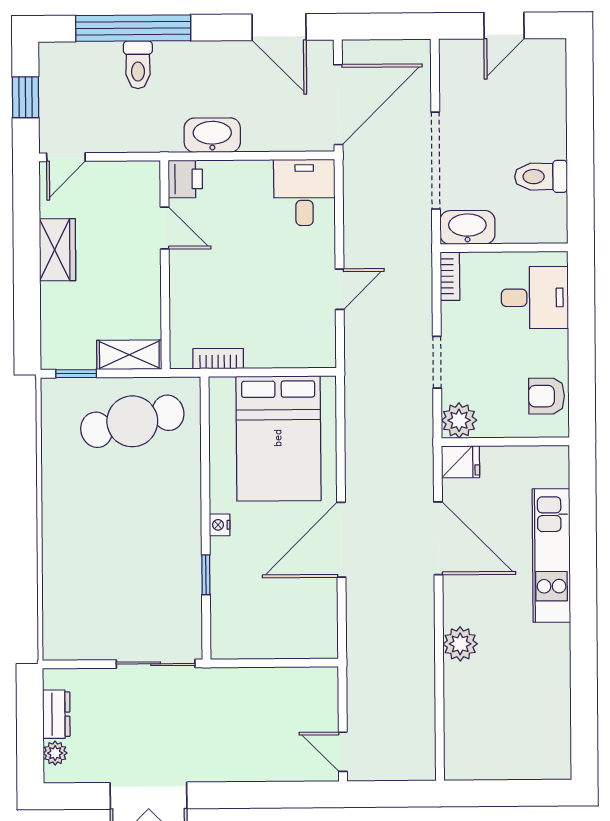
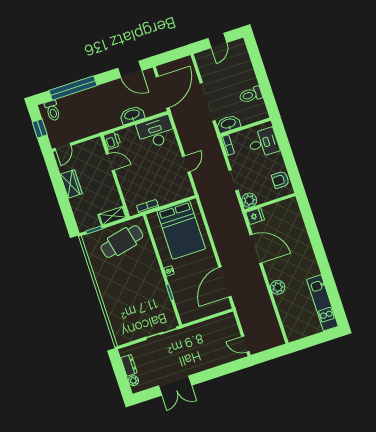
toilet: (138, 65) -> (52, 111), moved
washbasin: (212, 135) -> (132, 115), moved
desk: (304, 192) -> (156, 132), width x1.37
door: (341, 540) -> (225, 282), moved
kitchen unit: (551, 556) -> (322, 303), moved

